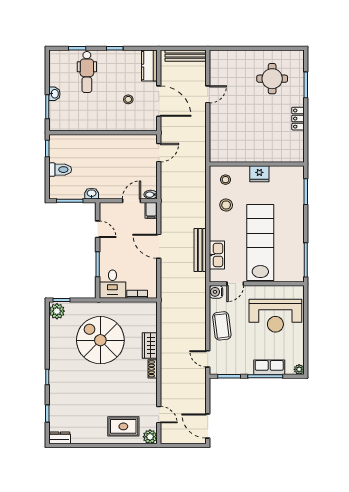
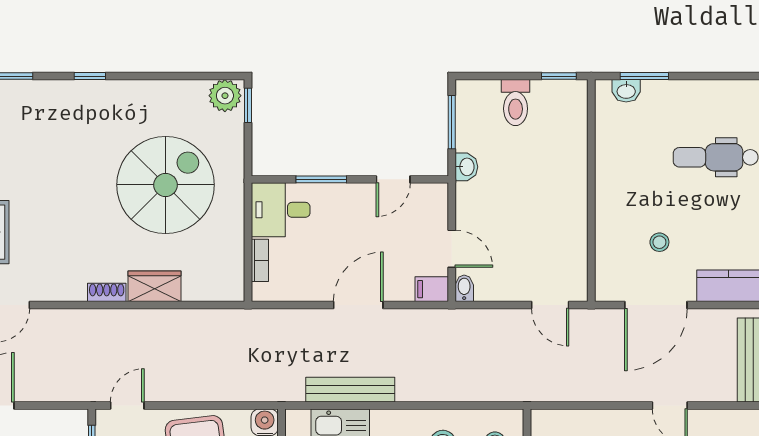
washbasin: (54, 94) -> (626, 91), moved

